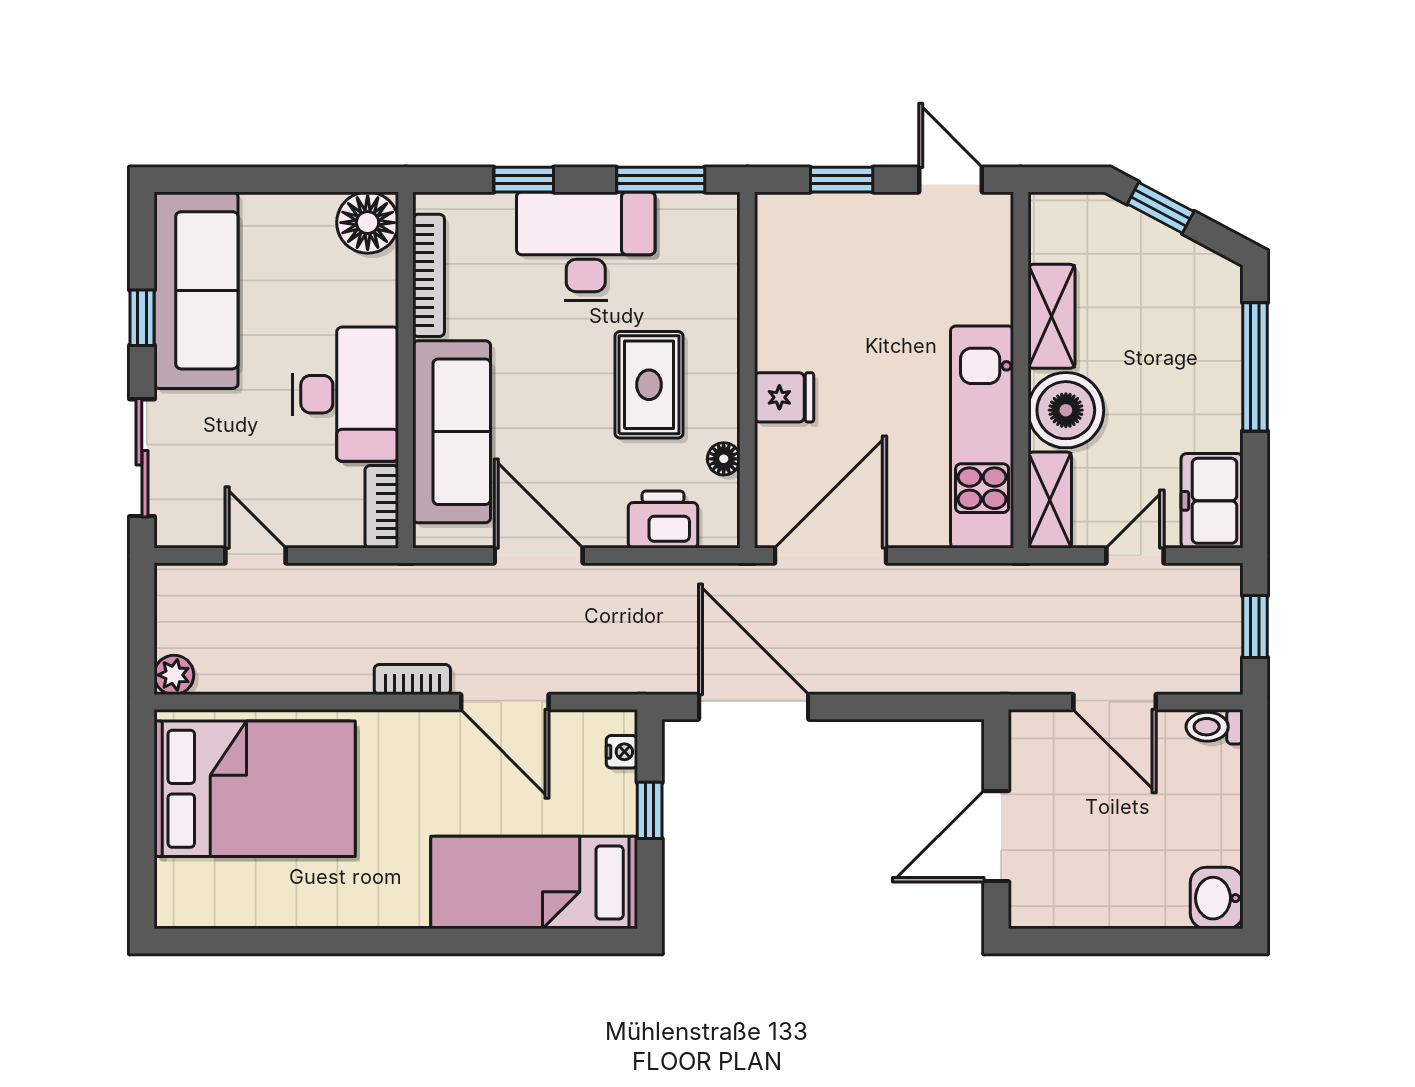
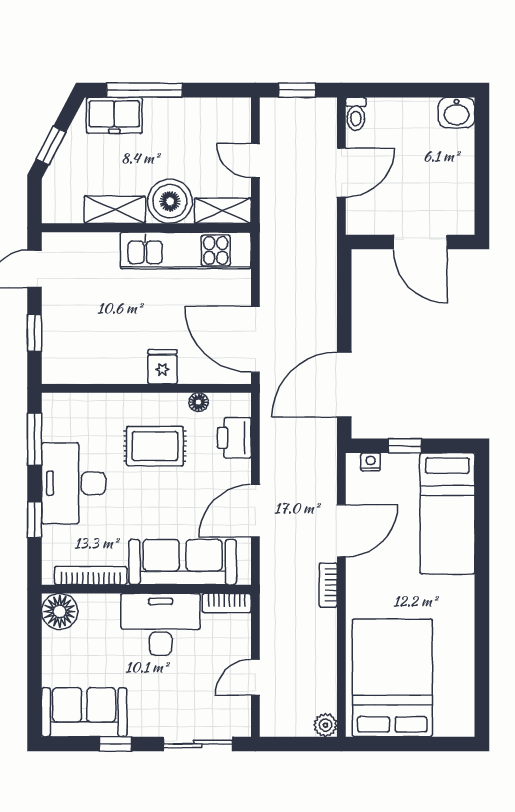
sofa: (196, 290) -> (84, 712), width x0.73
freezer: (1212, 501) -> (114, 115), moved

